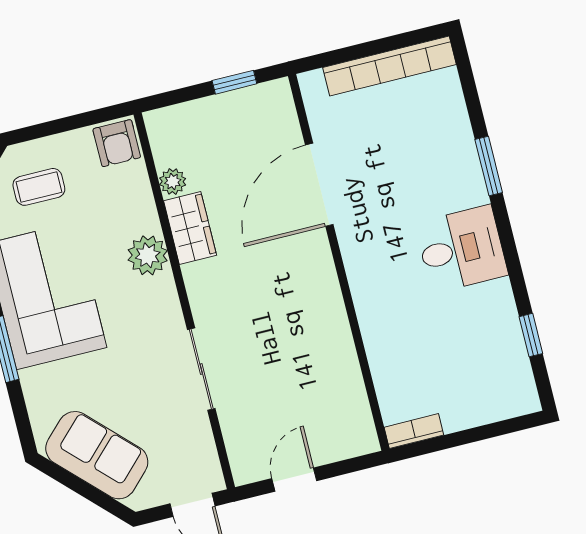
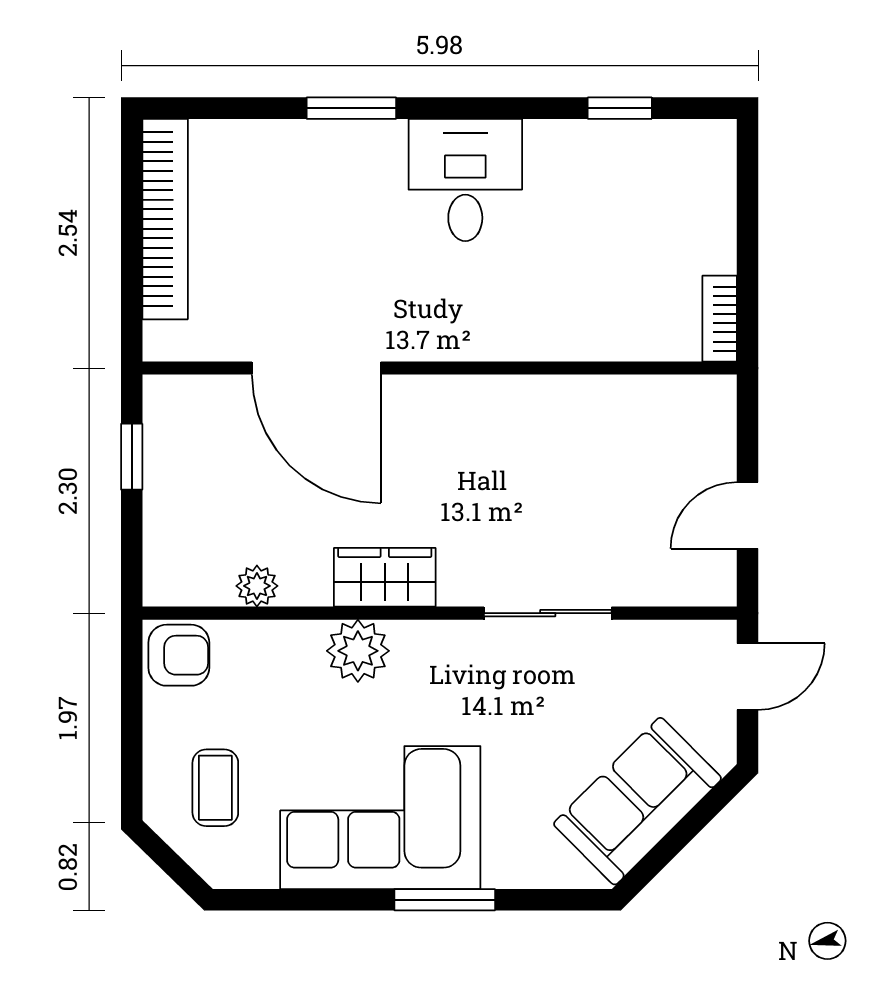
wardrobe: (190, 228) -> (385, 577), moved
door: (294, 480) -> (747, 515), hinge flipped

